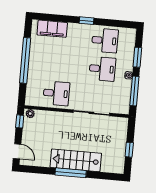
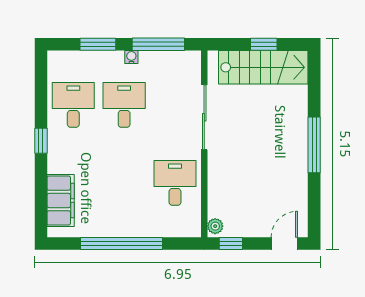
stairs: (76, 160) -> (263, 67), moved, turned -90

